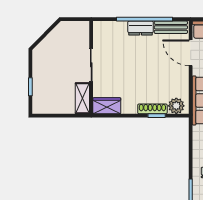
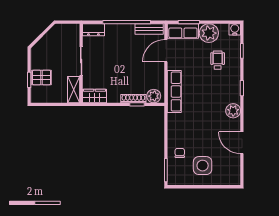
dresser: (141, 28) -> (93, 30), moved
door: (191, 53) -> (166, 51), hinge flipped
pallet: (45, 84) -> (41, 77), added

